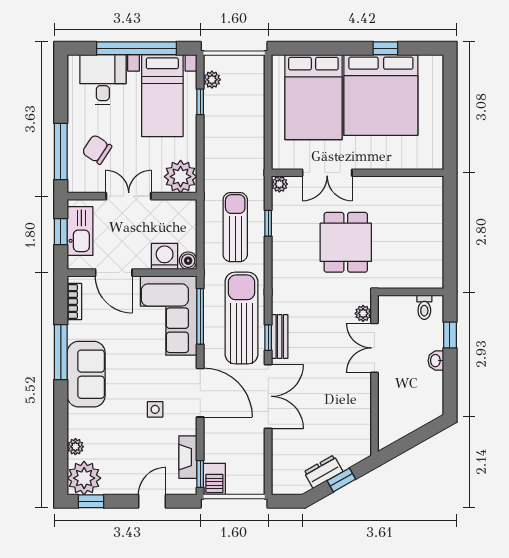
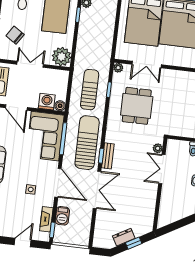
dining table: (346, 242) -> (137, 106), moved
barbecue: (214, 479) -> (62, 216), moved

